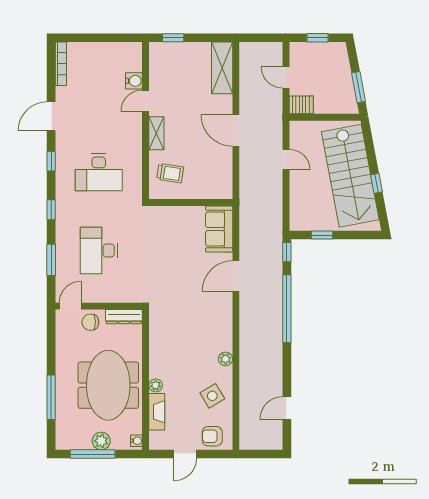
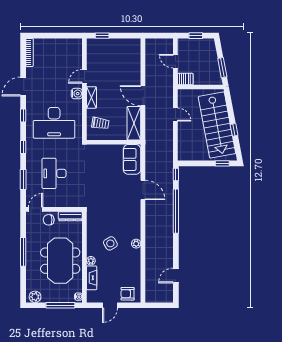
shelving: (222, 68) -> (134, 123), moved
water cooler: (134, 81) -> (77, 94), moved
desk: (99, 172) -> (54, 123), width x1.36, depth x1.30
window: (322, 235) -> (222, 163), moved
door: (236, 276) -> (143, 190), swing flipped
side table: (212, 396) -> (110, 243), moved
window: (51, 397) -> (23, 252), moved
plant: (101, 441) -> (35, 297), moved
window: (93, 454) -> (60, 305), moved

